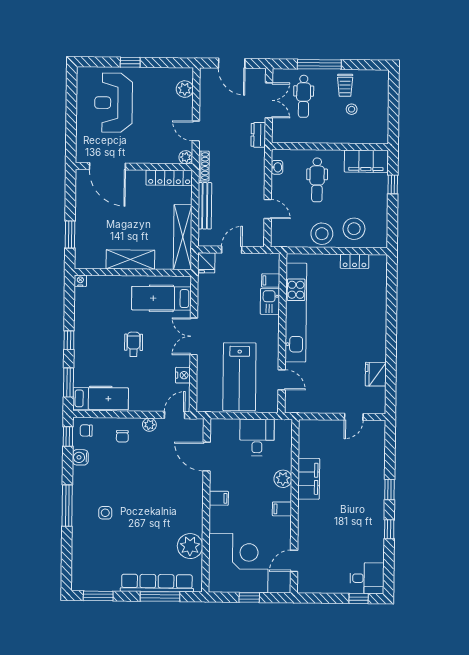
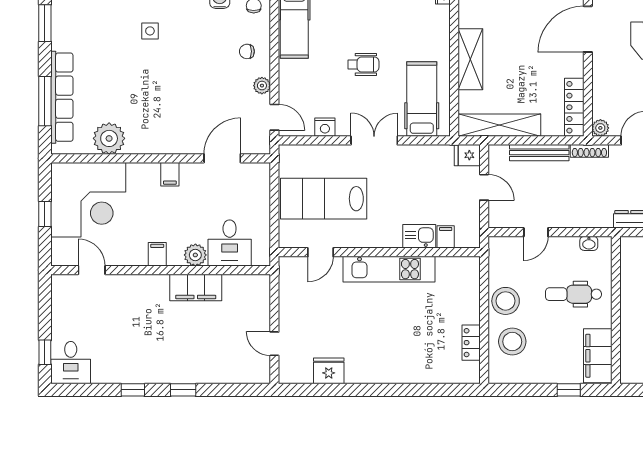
kitchen unit: (296, 313) -> (389, 269), width x0.73
desk: (257, 437) -> (230, 243), moved, turned 90

